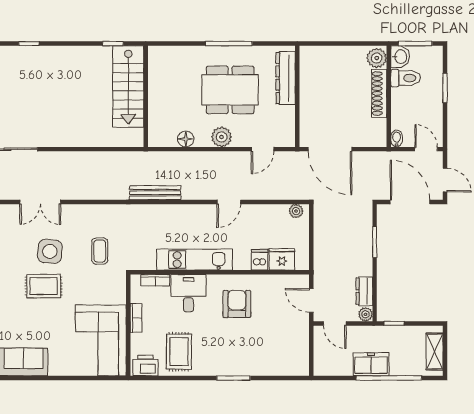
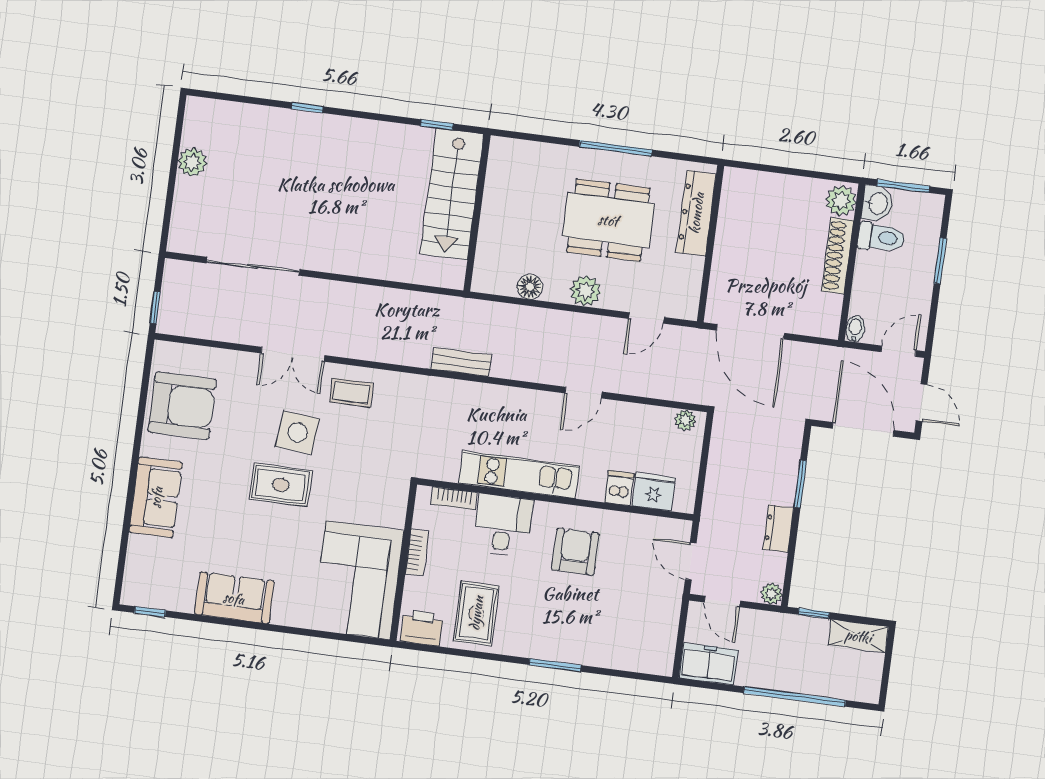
door: (426, 149) -> (899, 351), hinge flipped
bench: (155, 193) -> (461, 362), width x0.73
coffee table: (100, 251) -> (351, 393), moved, turned 90
dresser: (364, 291) -> (778, 529), moved
shelving: (435, 352) -> (858, 636), moved, turned 90
freezer: (371, 364) -> (708, 664), moved

